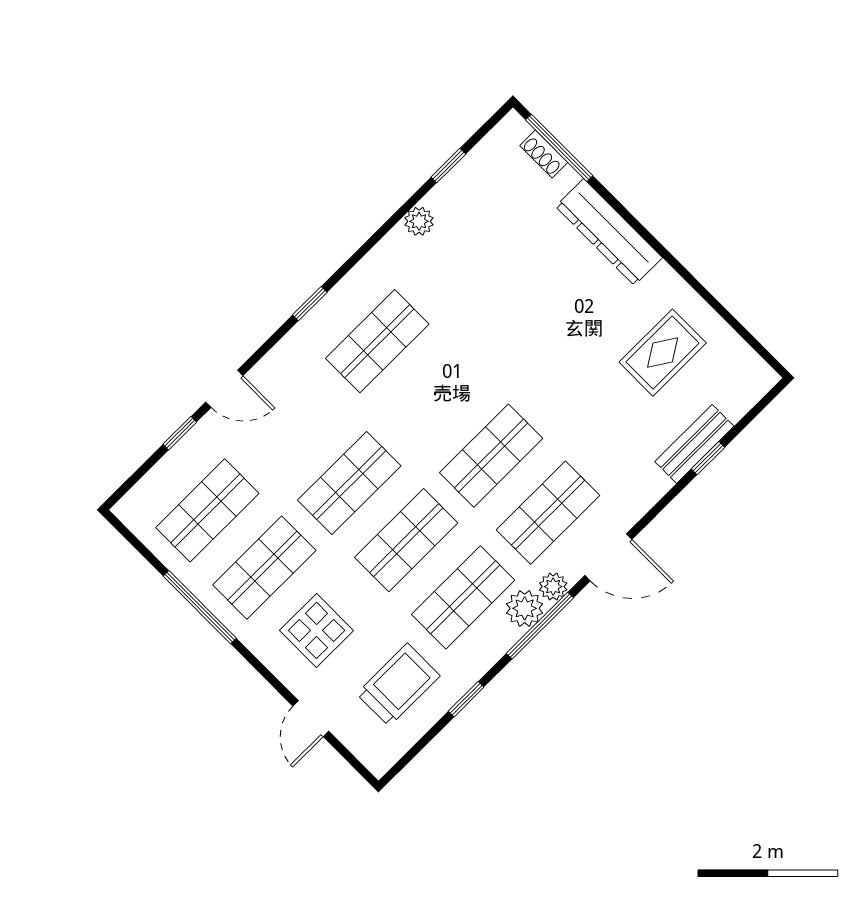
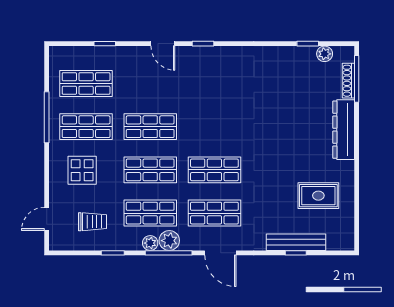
shoe rack: (544, 154) -> (348, 81), width x1.43
plant: (419, 221) -> (325, 54), moved
shop shelf: (377, 341) -> (214, 83), removed
door: (224, 389) -> (163, 44), moved
bench: (694, 444) -> (296, 242), width x1.36
plant: (553, 587) -> (150, 243), moved
trolley: (398, 685) -> (93, 222), width x0.73, depth x0.72
door: (311, 719) -> (47, 219), moved

